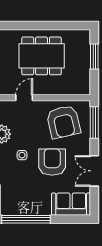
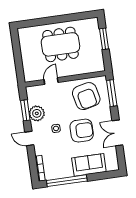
armchair: (52, 162) -> (82, 131), turned 90
sofa: (71, 204) -> (89, 165), moved

